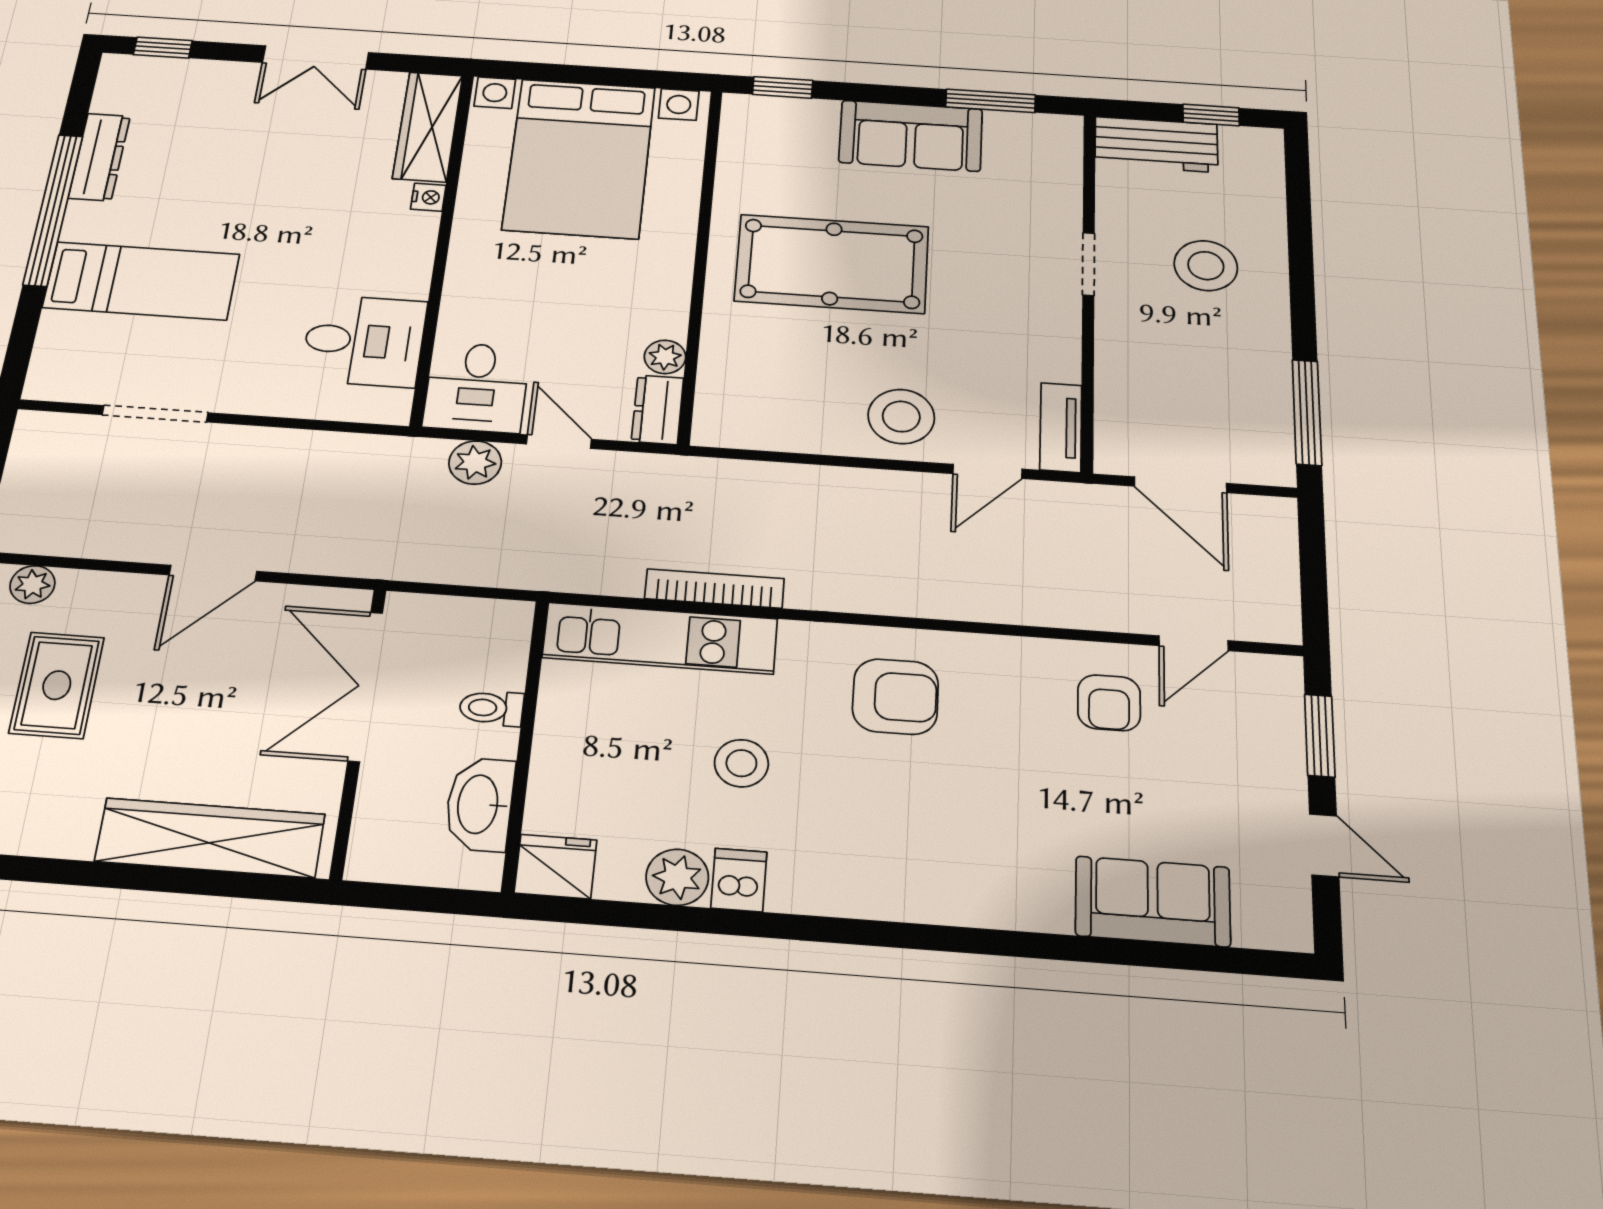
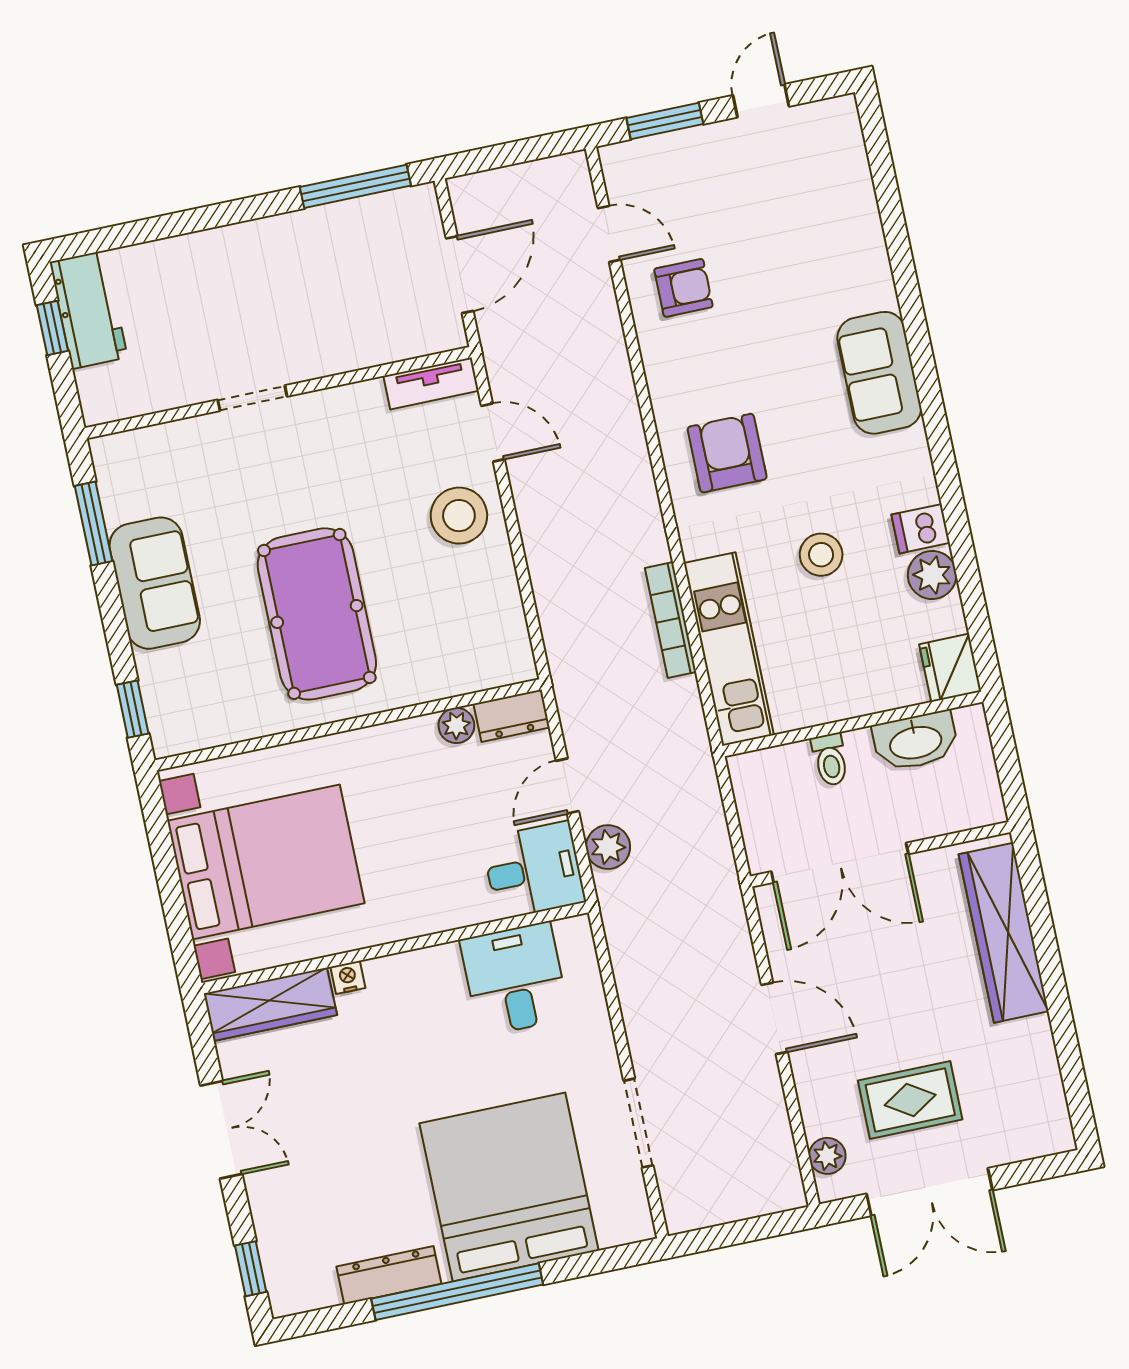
workbench: (1156, 144) -> (89, 310), moved
stool: (1206, 266) -> (224, 299), removed
bed: (141, 281) -> (509, 1187), width x2.04
sofa: (1153, 901) -> (879, 373), moved

